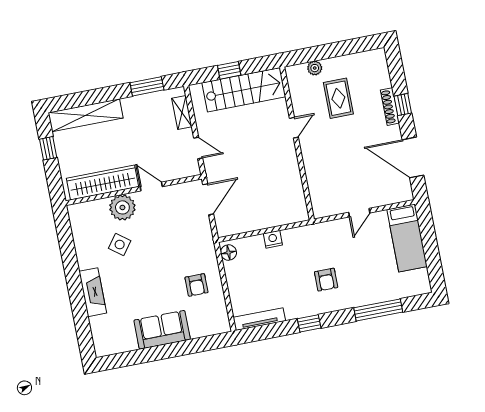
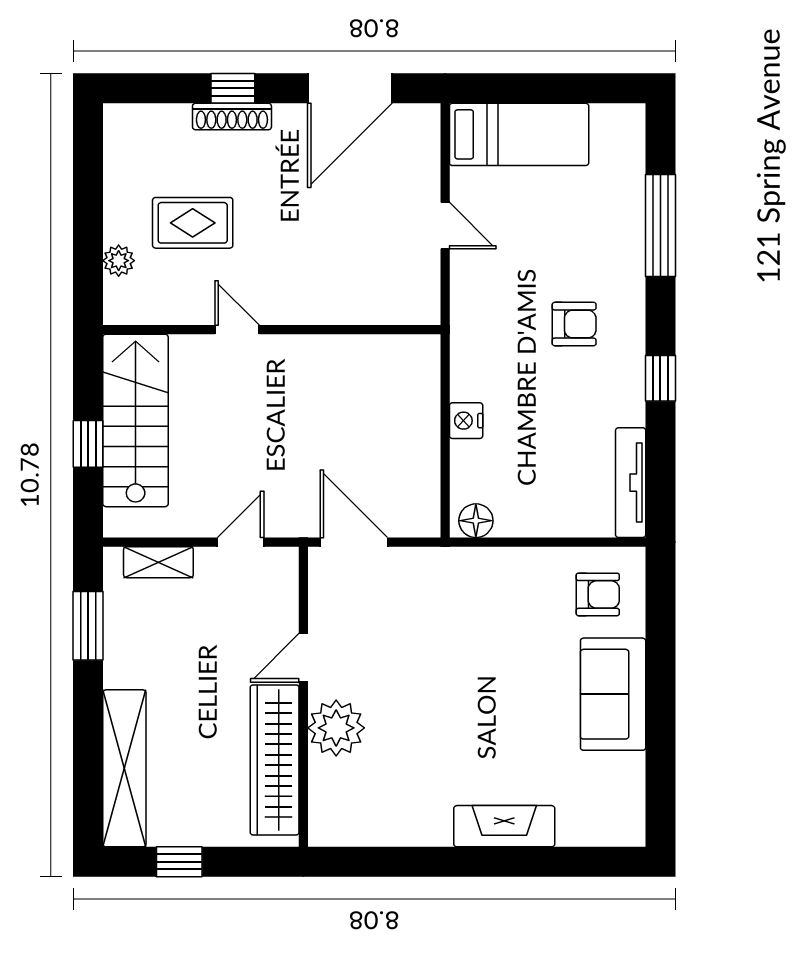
side table: (120, 245) -> (414, 749), removed
armchair: (196, 285) -> (598, 594), moved

